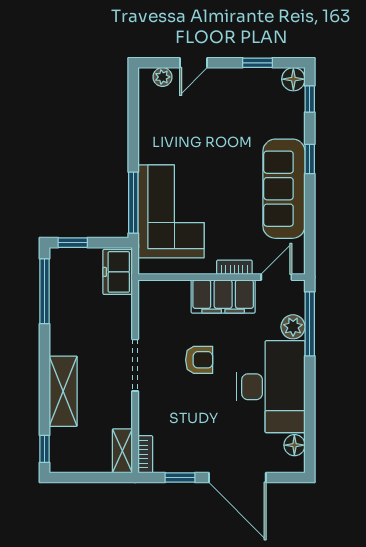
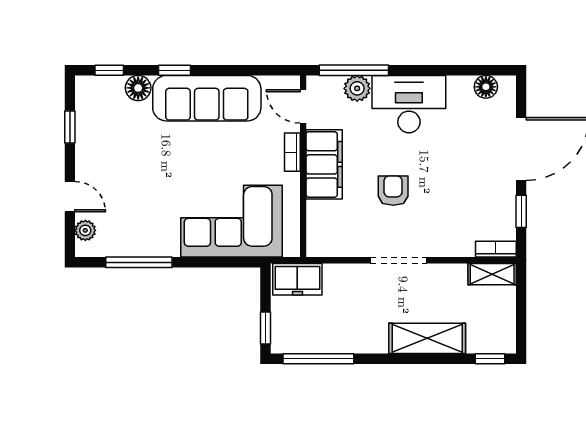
floor lamp: (293, 79) -> (138, 88), moved
window: (133, 203) -> (139, 262), moved
desk: (271, 387) -> (409, 104), width x0.73, depth x0.77

